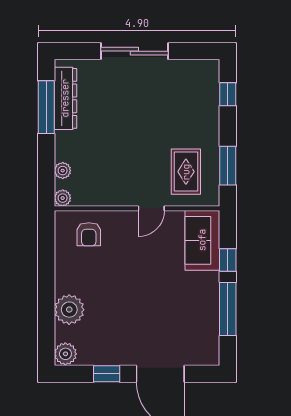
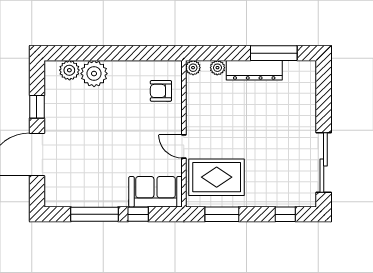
sliding door: (134, 51) -> (324, 162), moved
dresser: (65, 98) -> (254, 70), moved
rug: (186, 172) -> (217, 177), width x1.36, depth x1.43
plant: (65, 354) -> (69, 70), moved

